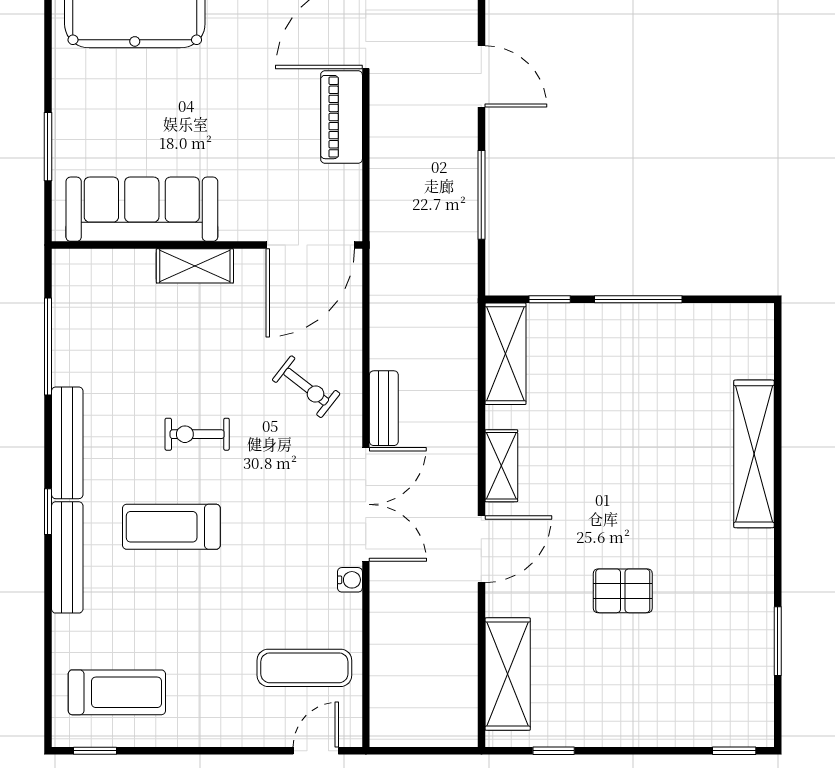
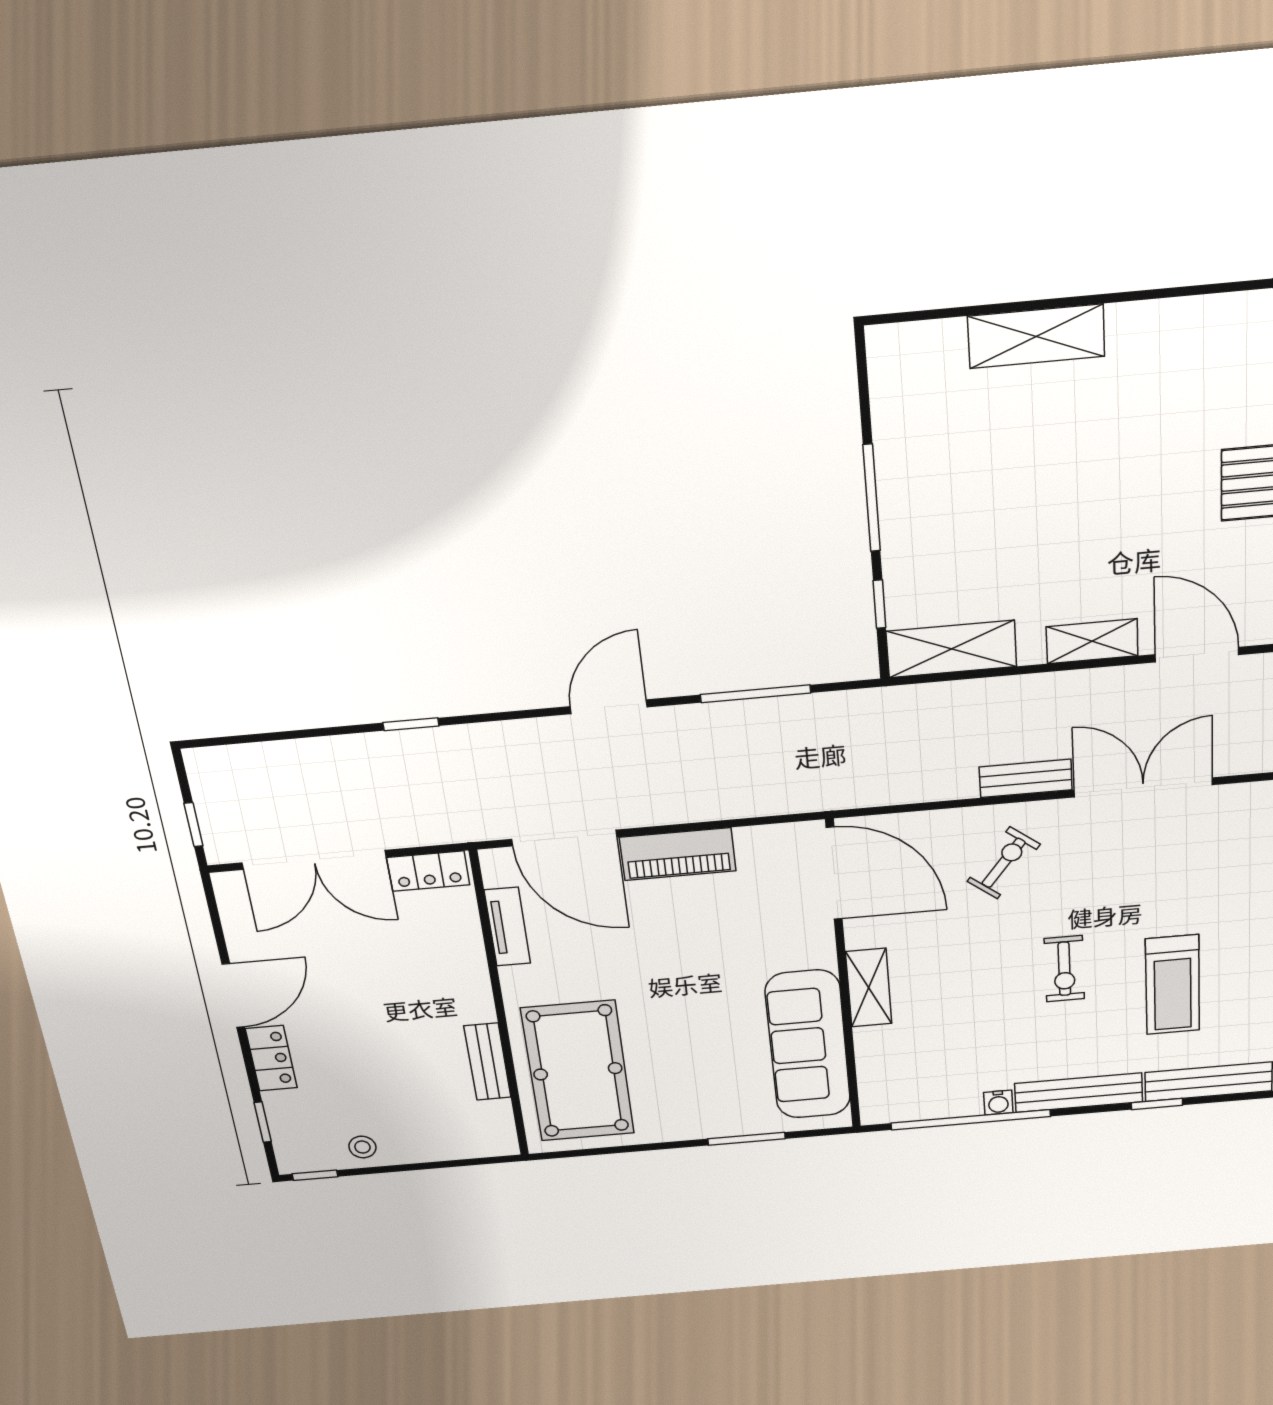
window: (48, 346) -> (971, 1120), width x1.46
shelving: (754, 454) -> (1036, 336), width x0.68
water cooler: (350, 580) -> (998, 1103), moved, turned 180

